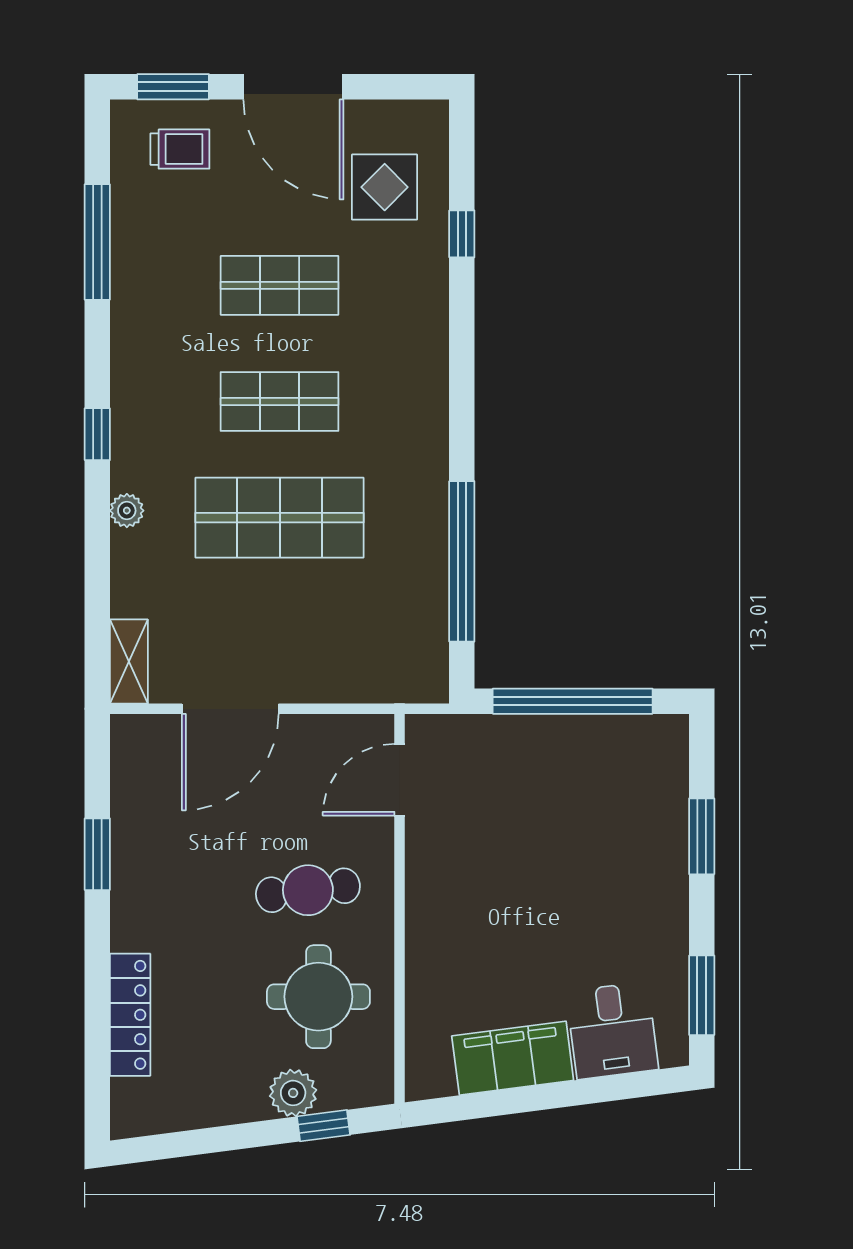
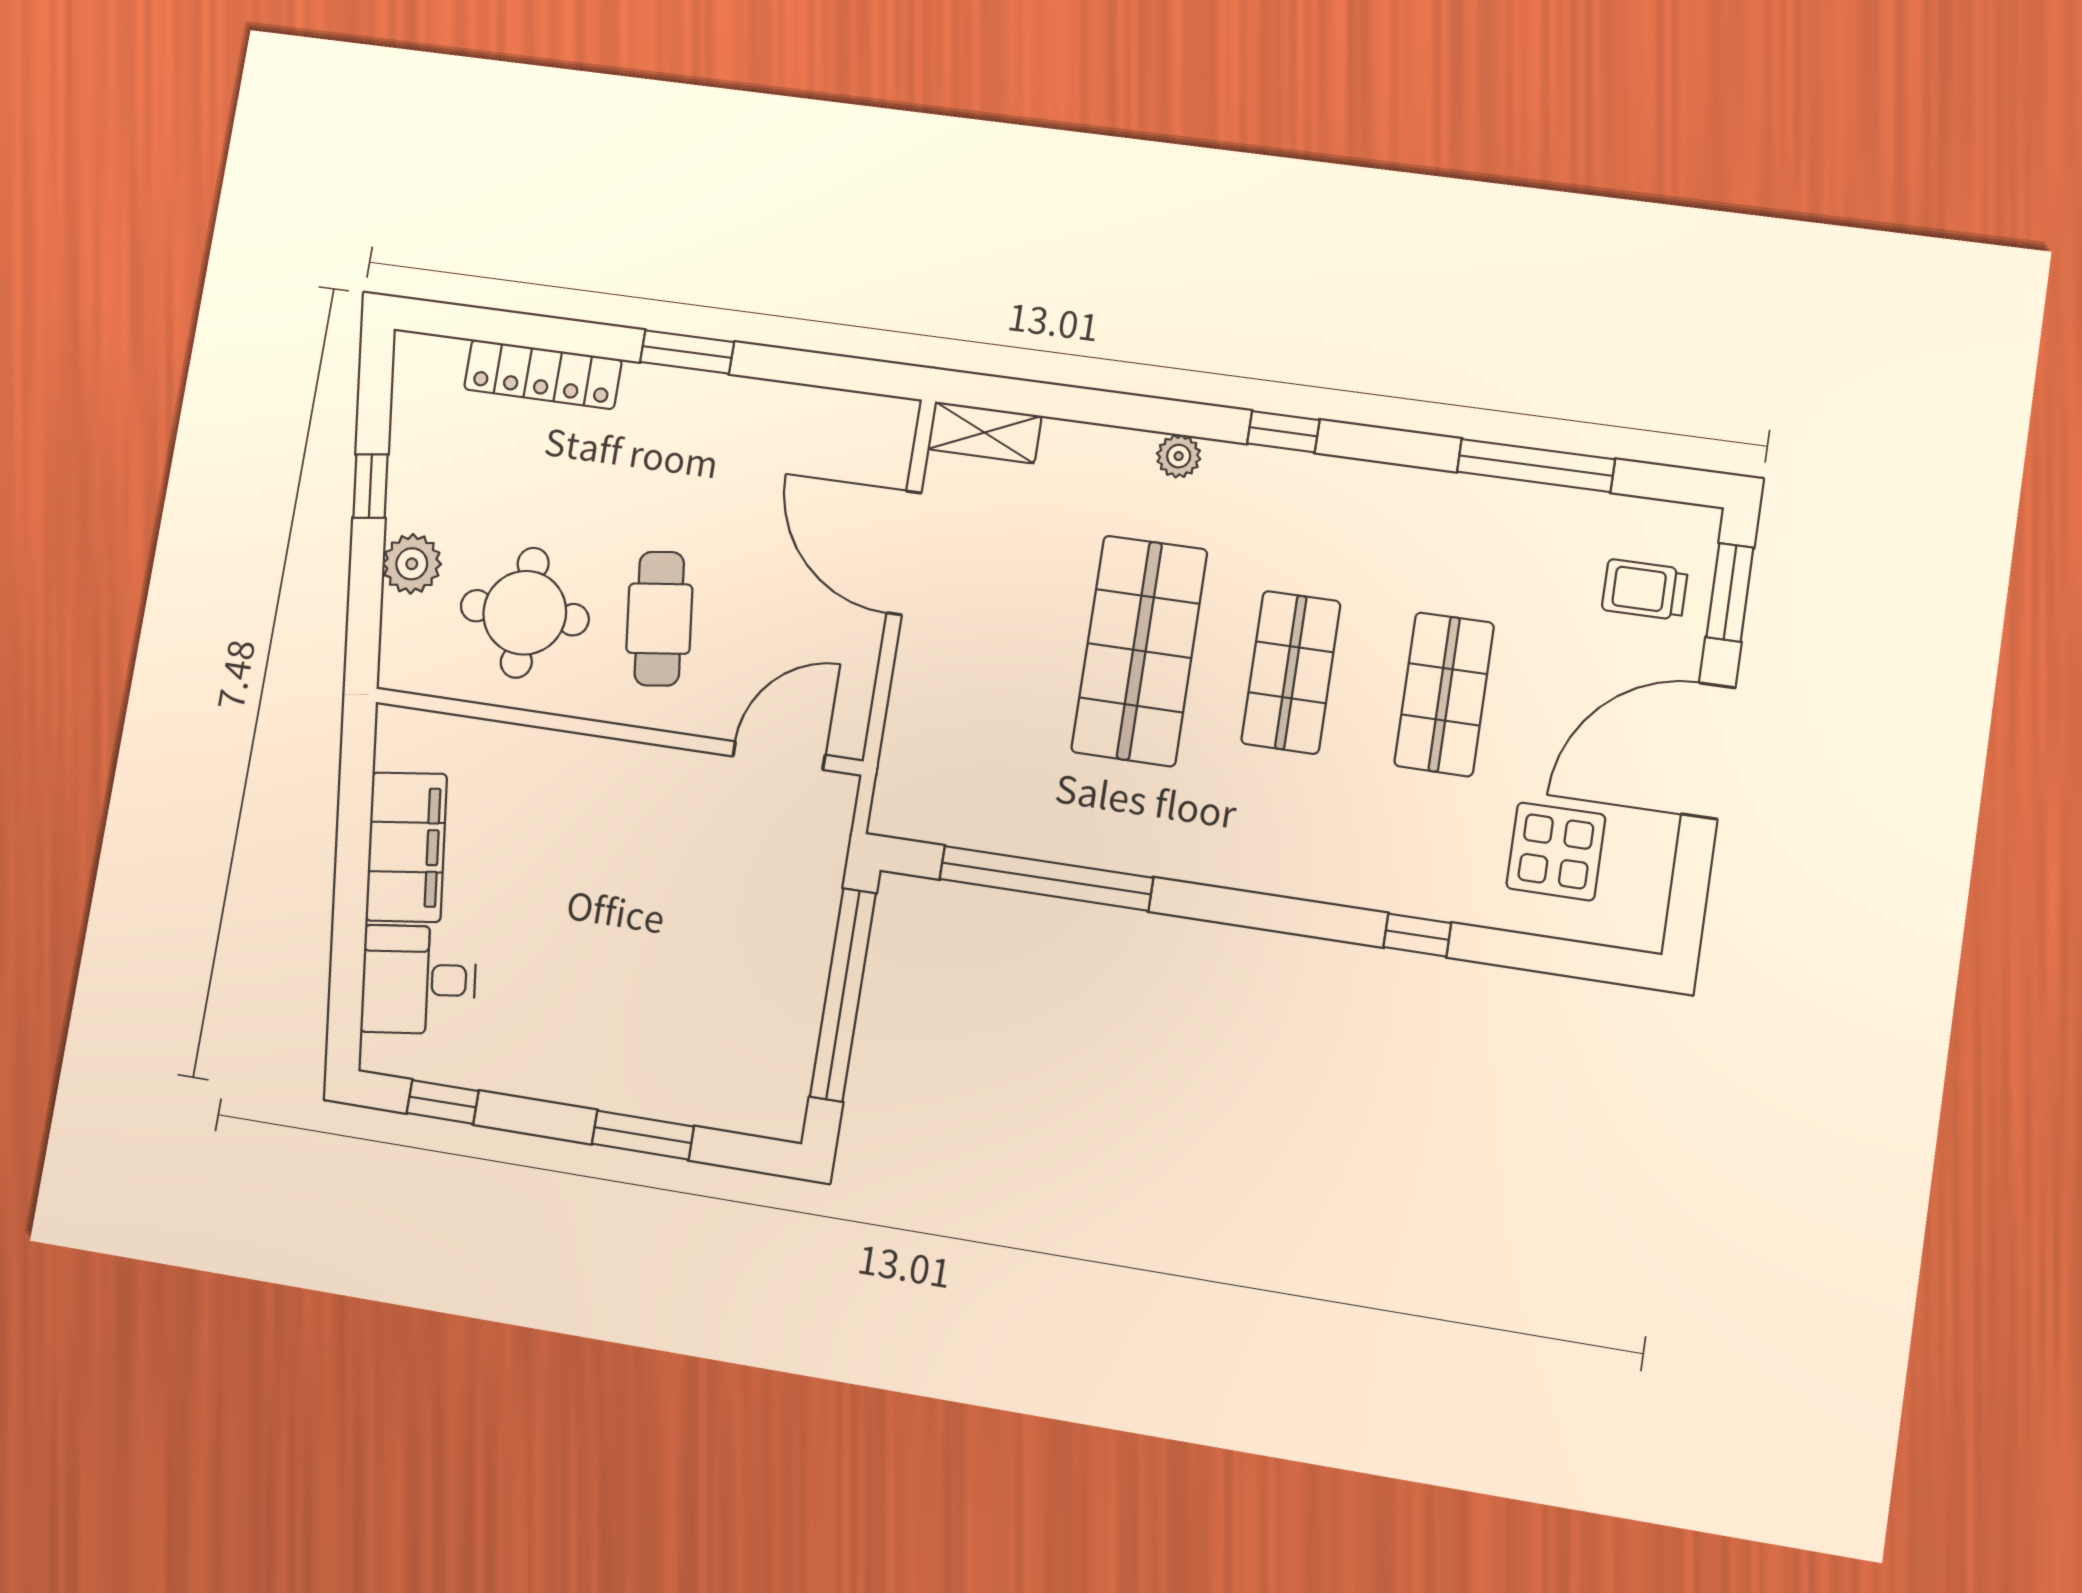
trolley: (180, 149) -> (1645, 590), turned 90
window: (462, 234) -> (1417, 935), moved
door: (399, 780) -> (779, 756), hinge flipped
window: (97, 854) -> (687, 352), moved
window: (702, 995) -> (443, 1102), width x0.67
window: (324, 1126) -> (370, 486), moved

